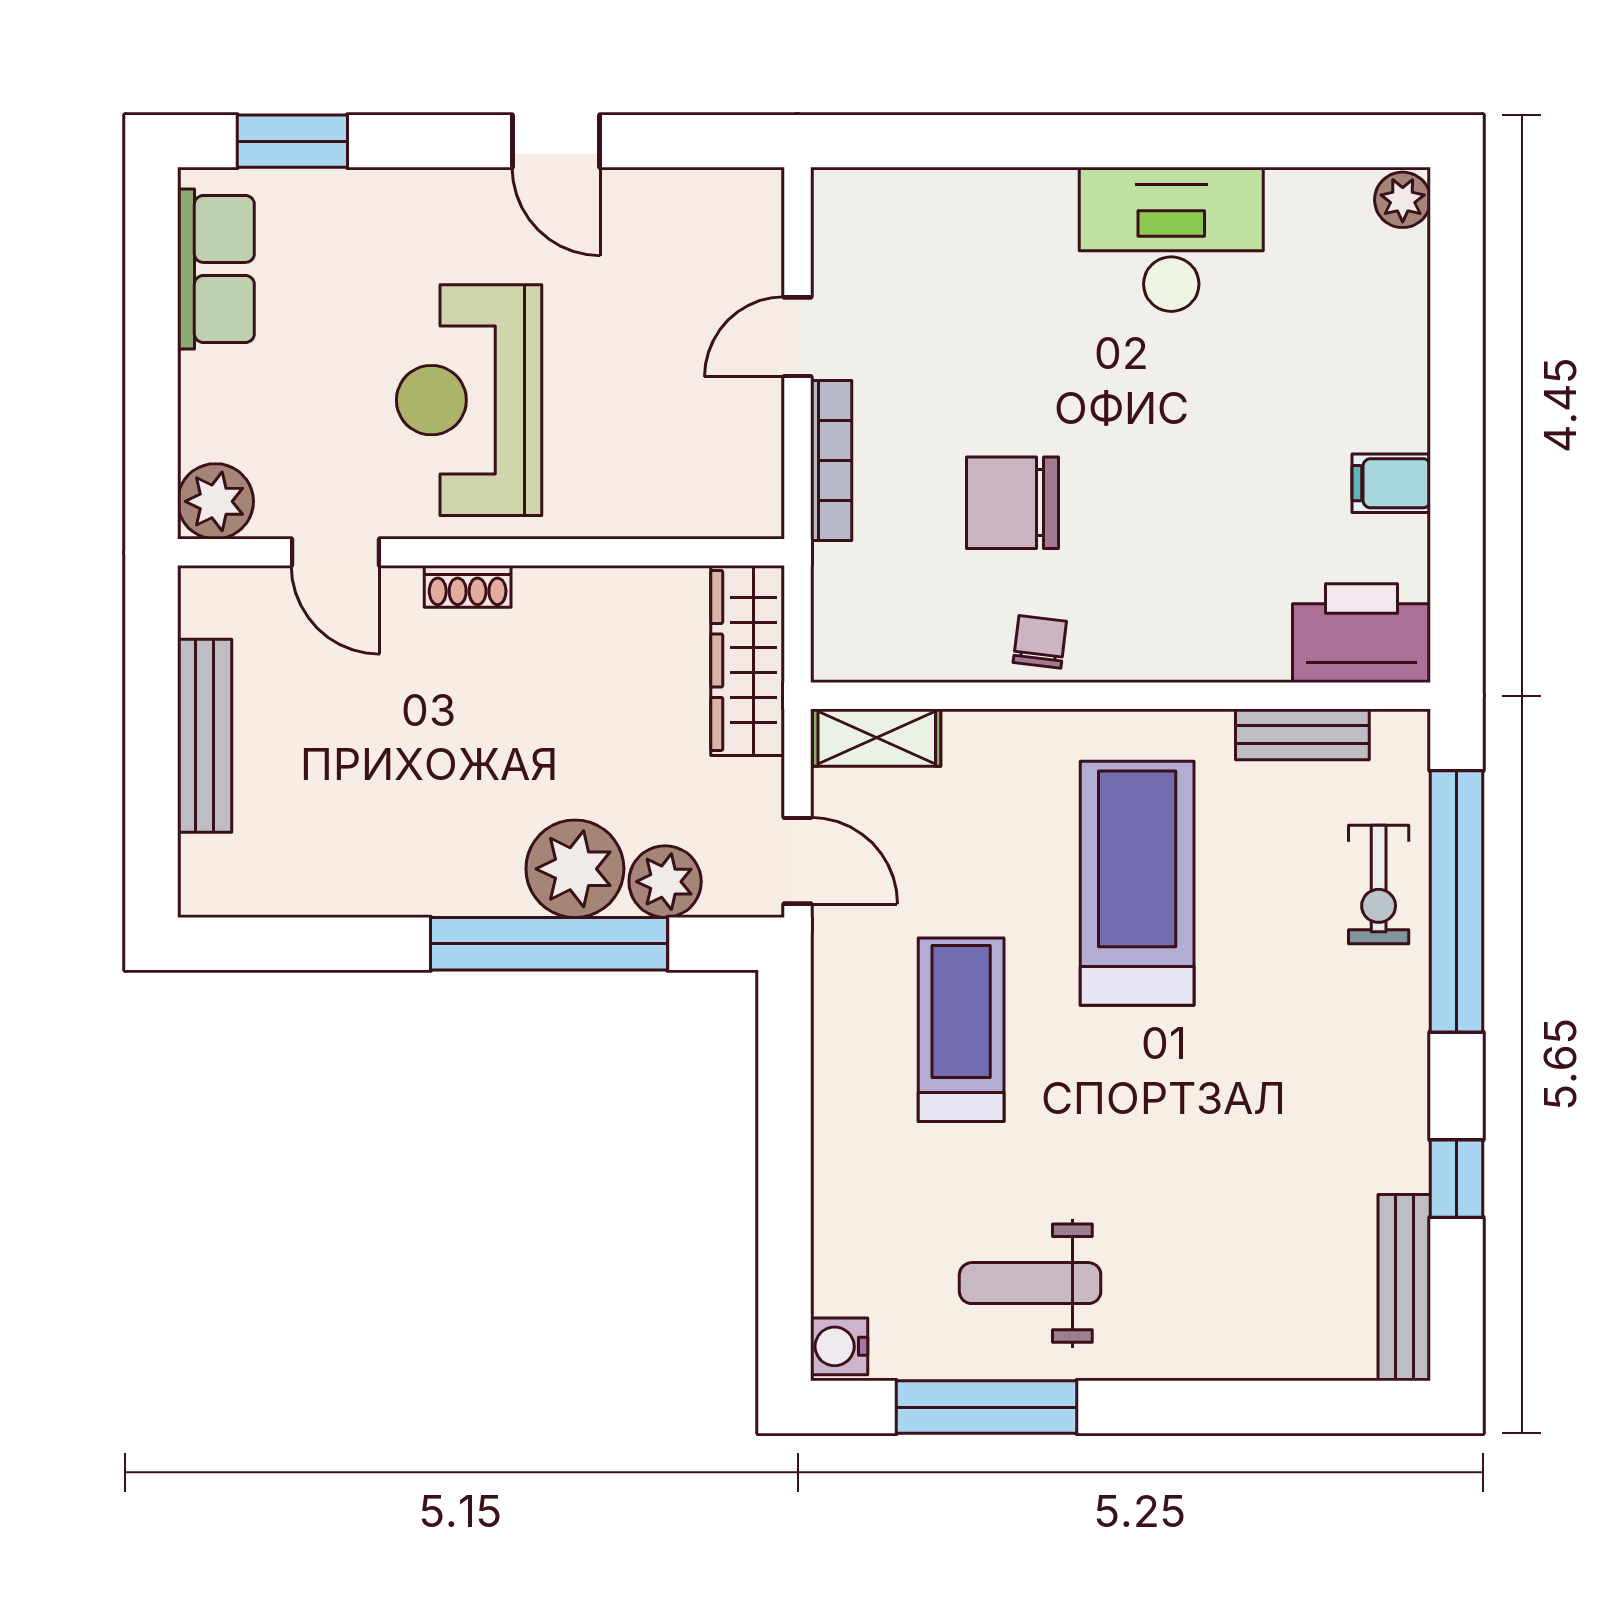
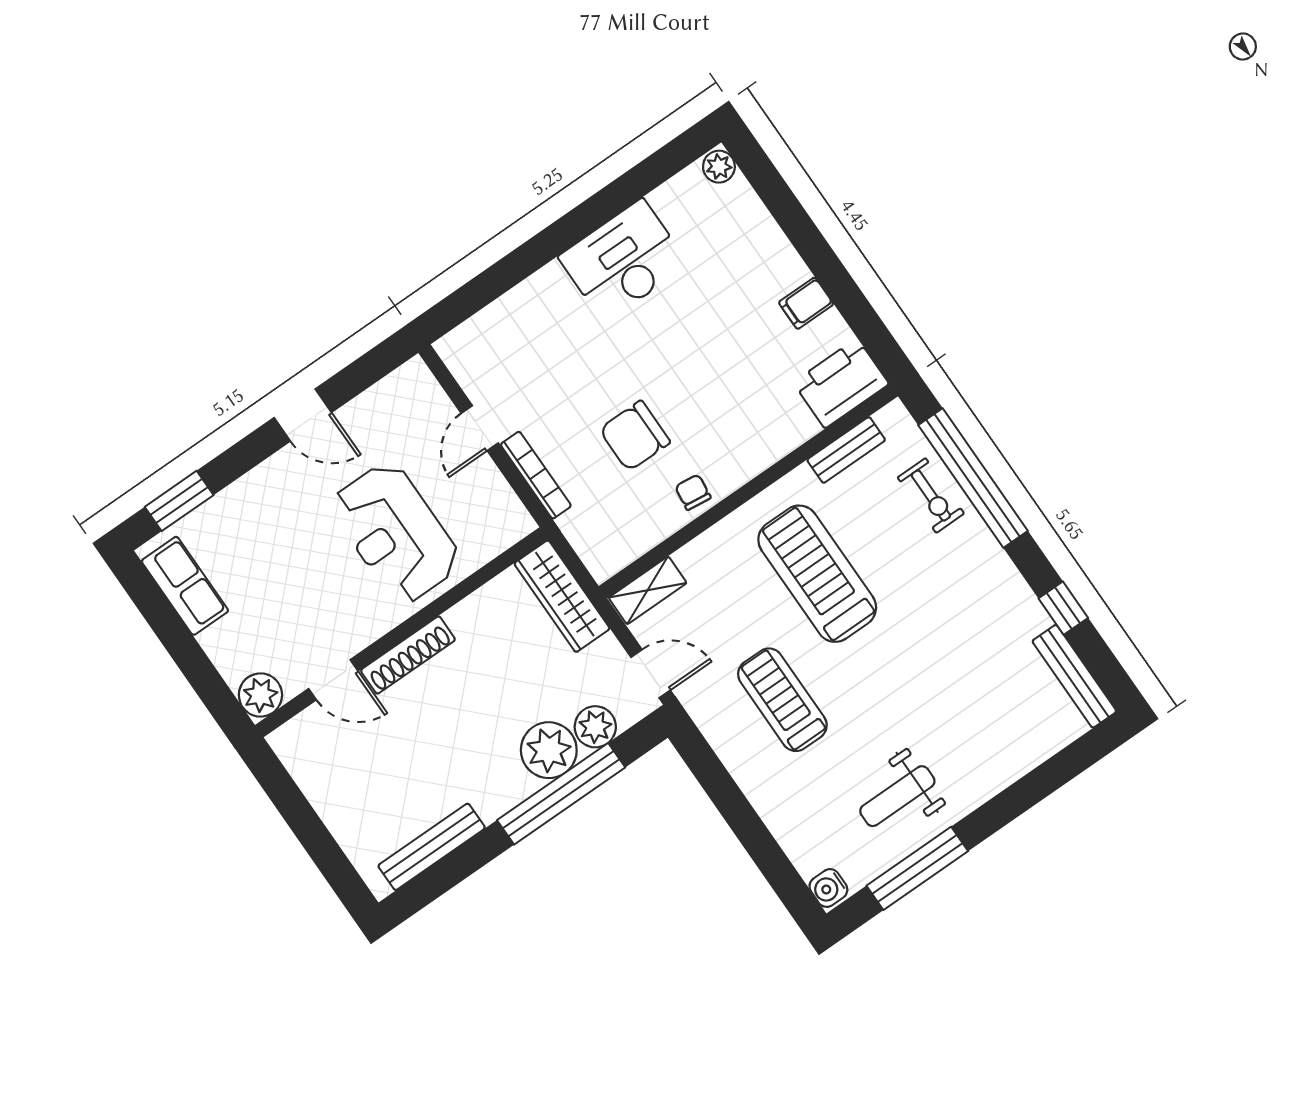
reception desk: (469, 400) -> (396, 533), moved
shoe rack: (468, 586) -> (408, 655), width x1.94, depth x1.24
bench: (205, 736) -> (432, 847), moved, turned 90

